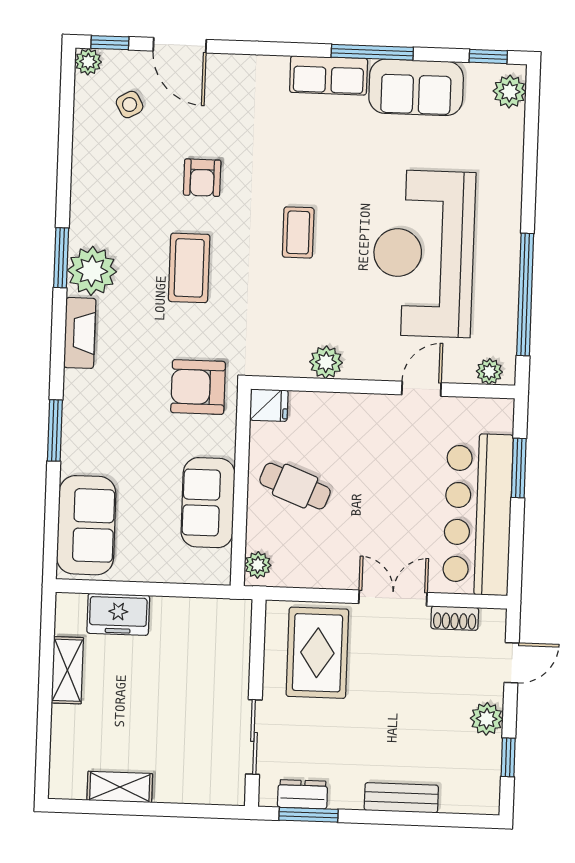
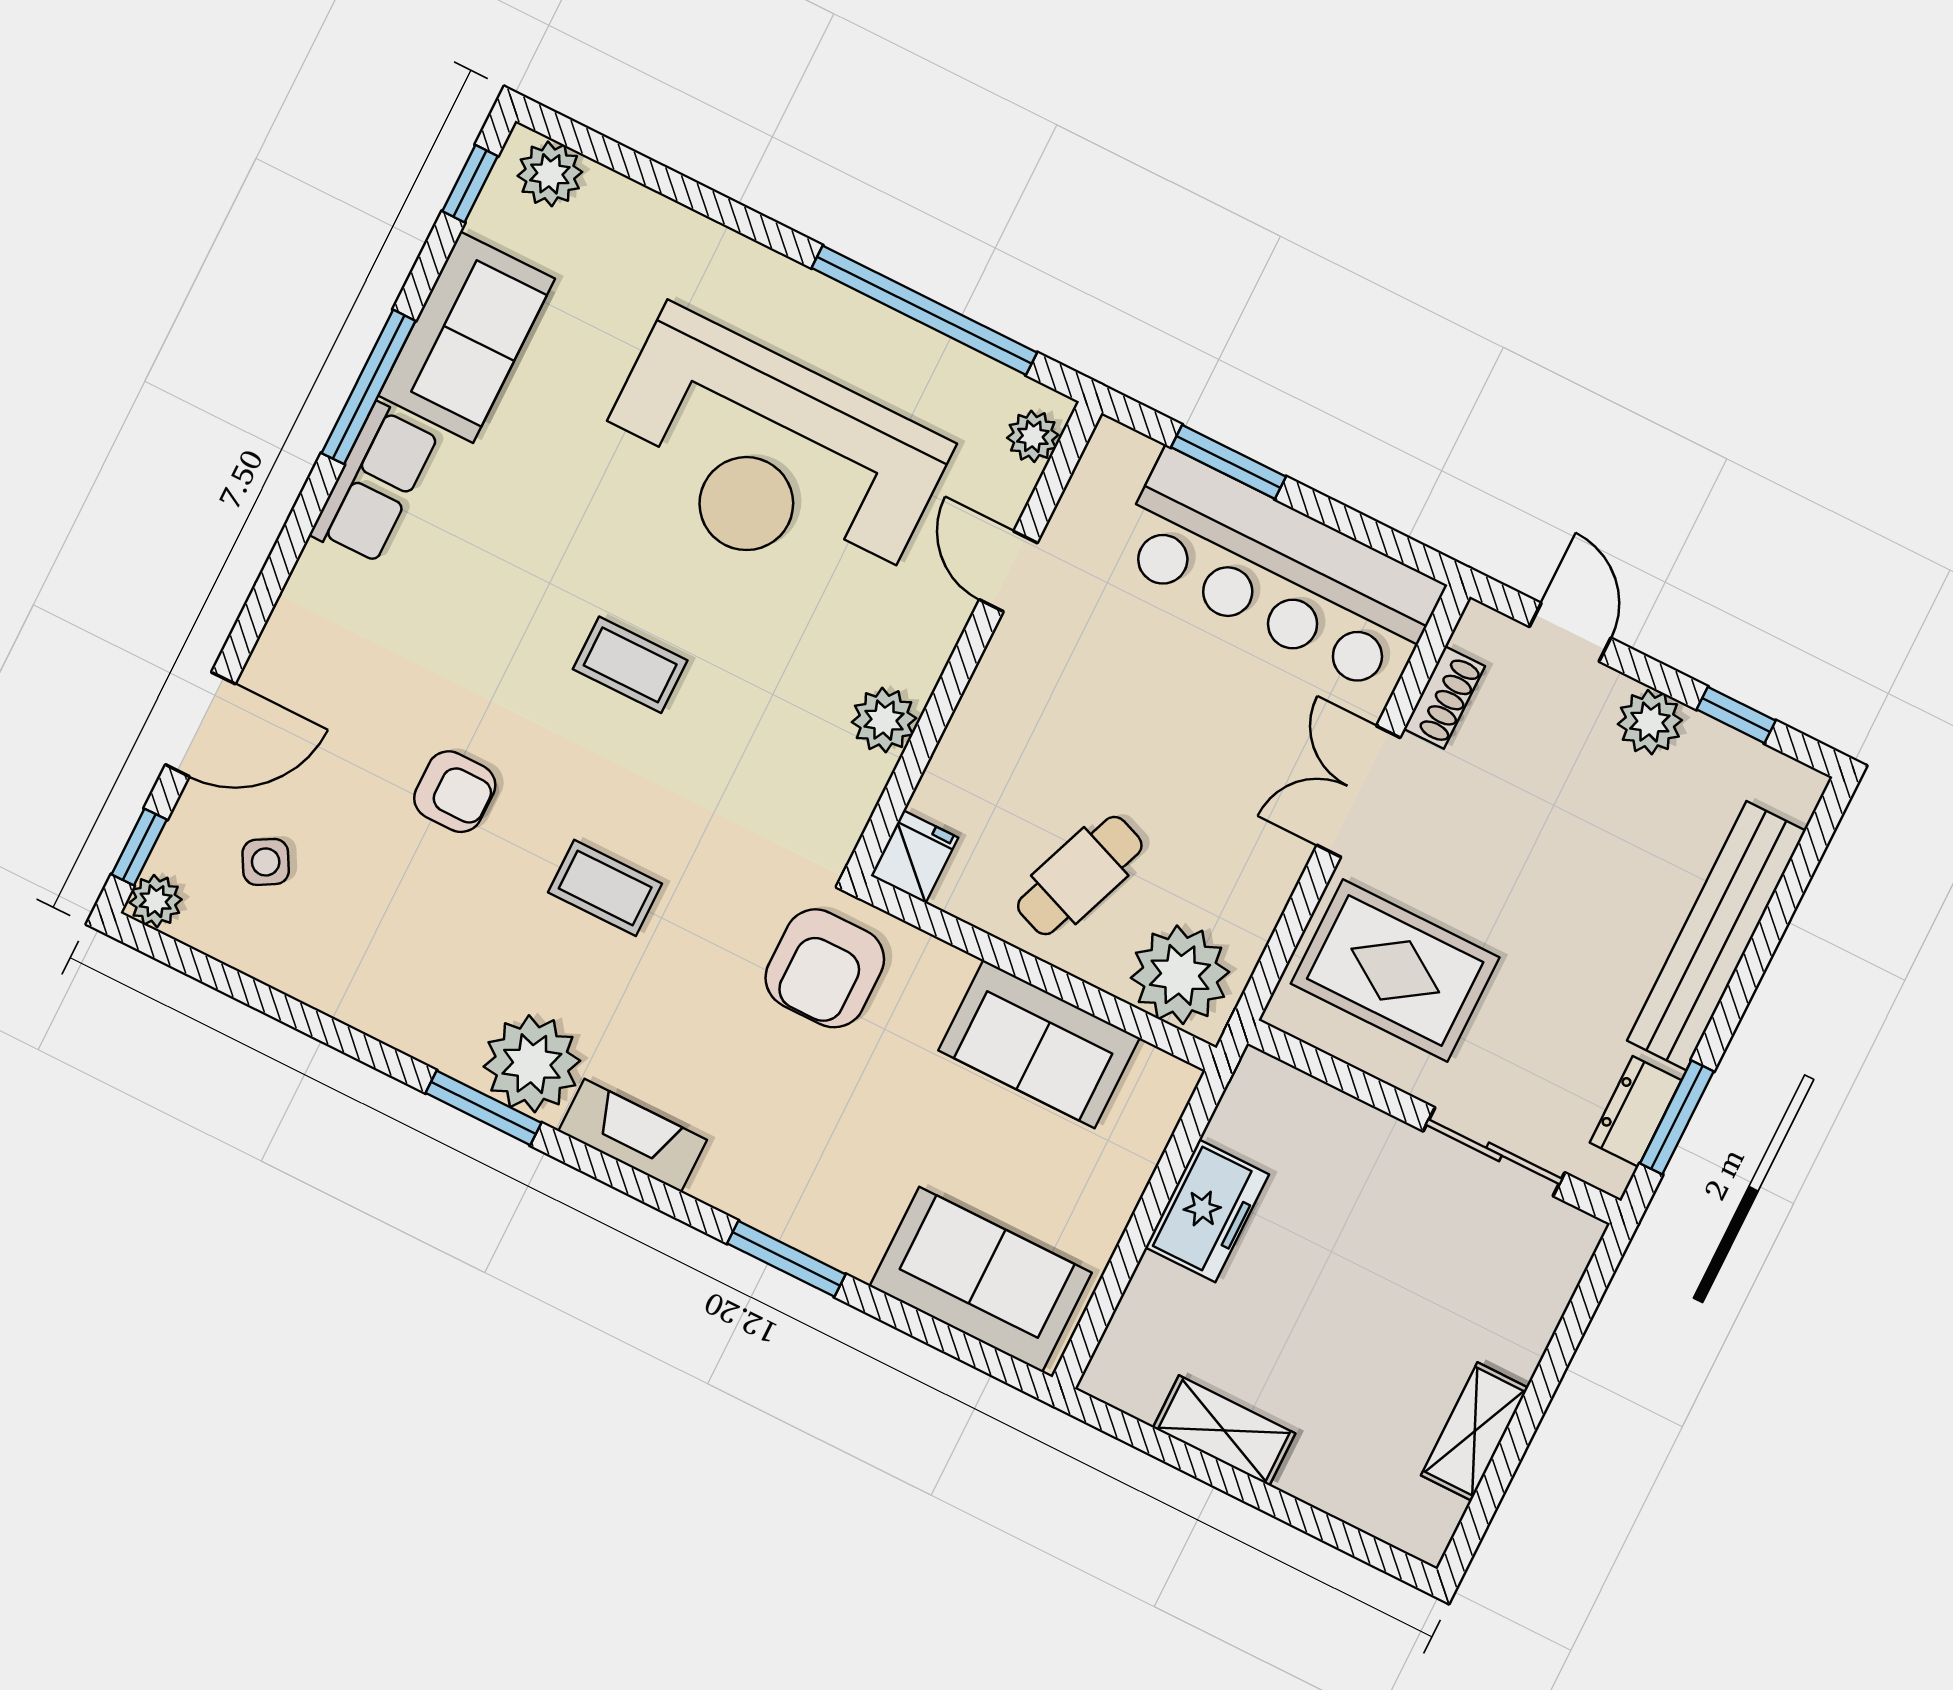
coffee table: (189, 268) -> (605, 888), width x0.73, depth x0.77
plant: (258, 565) -> (1180, 975), width x1.87, depth x1.87
freezer: (118, 614) -> (1207, 1211), moved
bench: (401, 798) -> (1716, 936), width x1.86, depth x1.21

